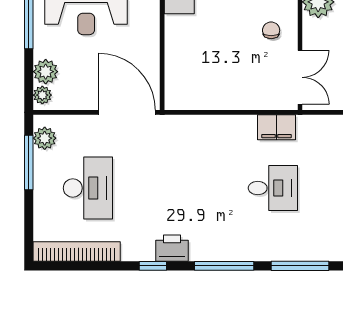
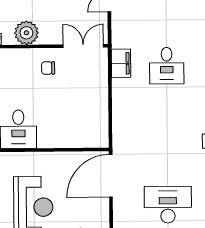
desk: (273, 188) -> (167, 66), turned 180

